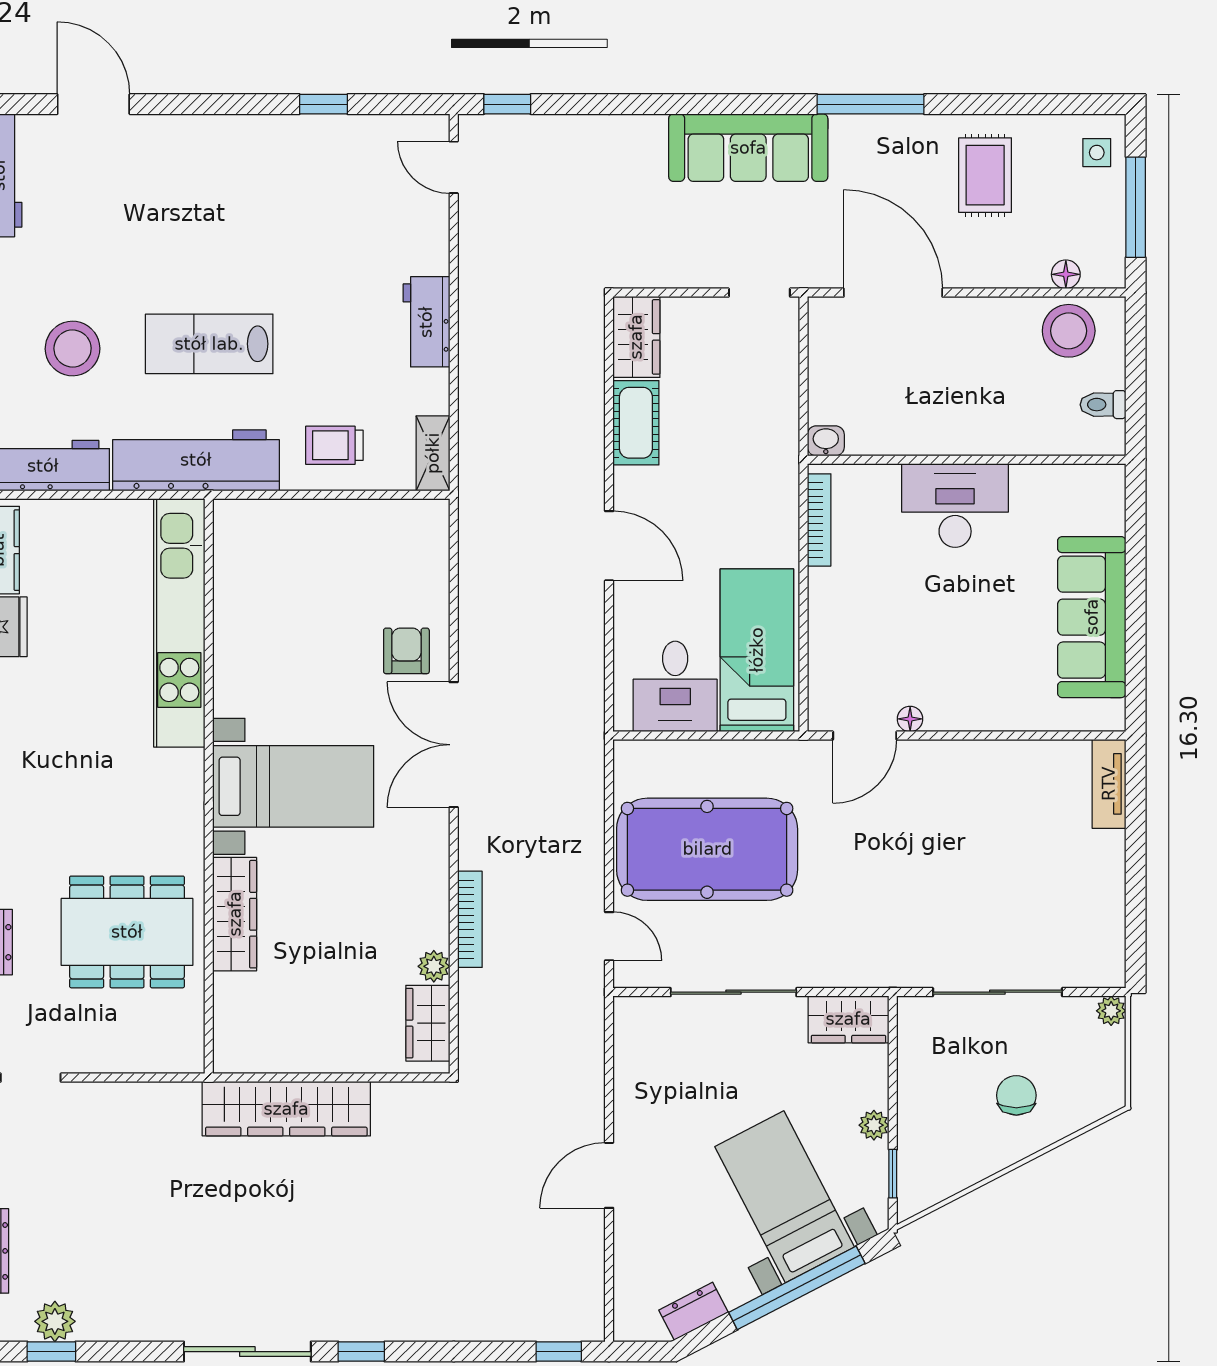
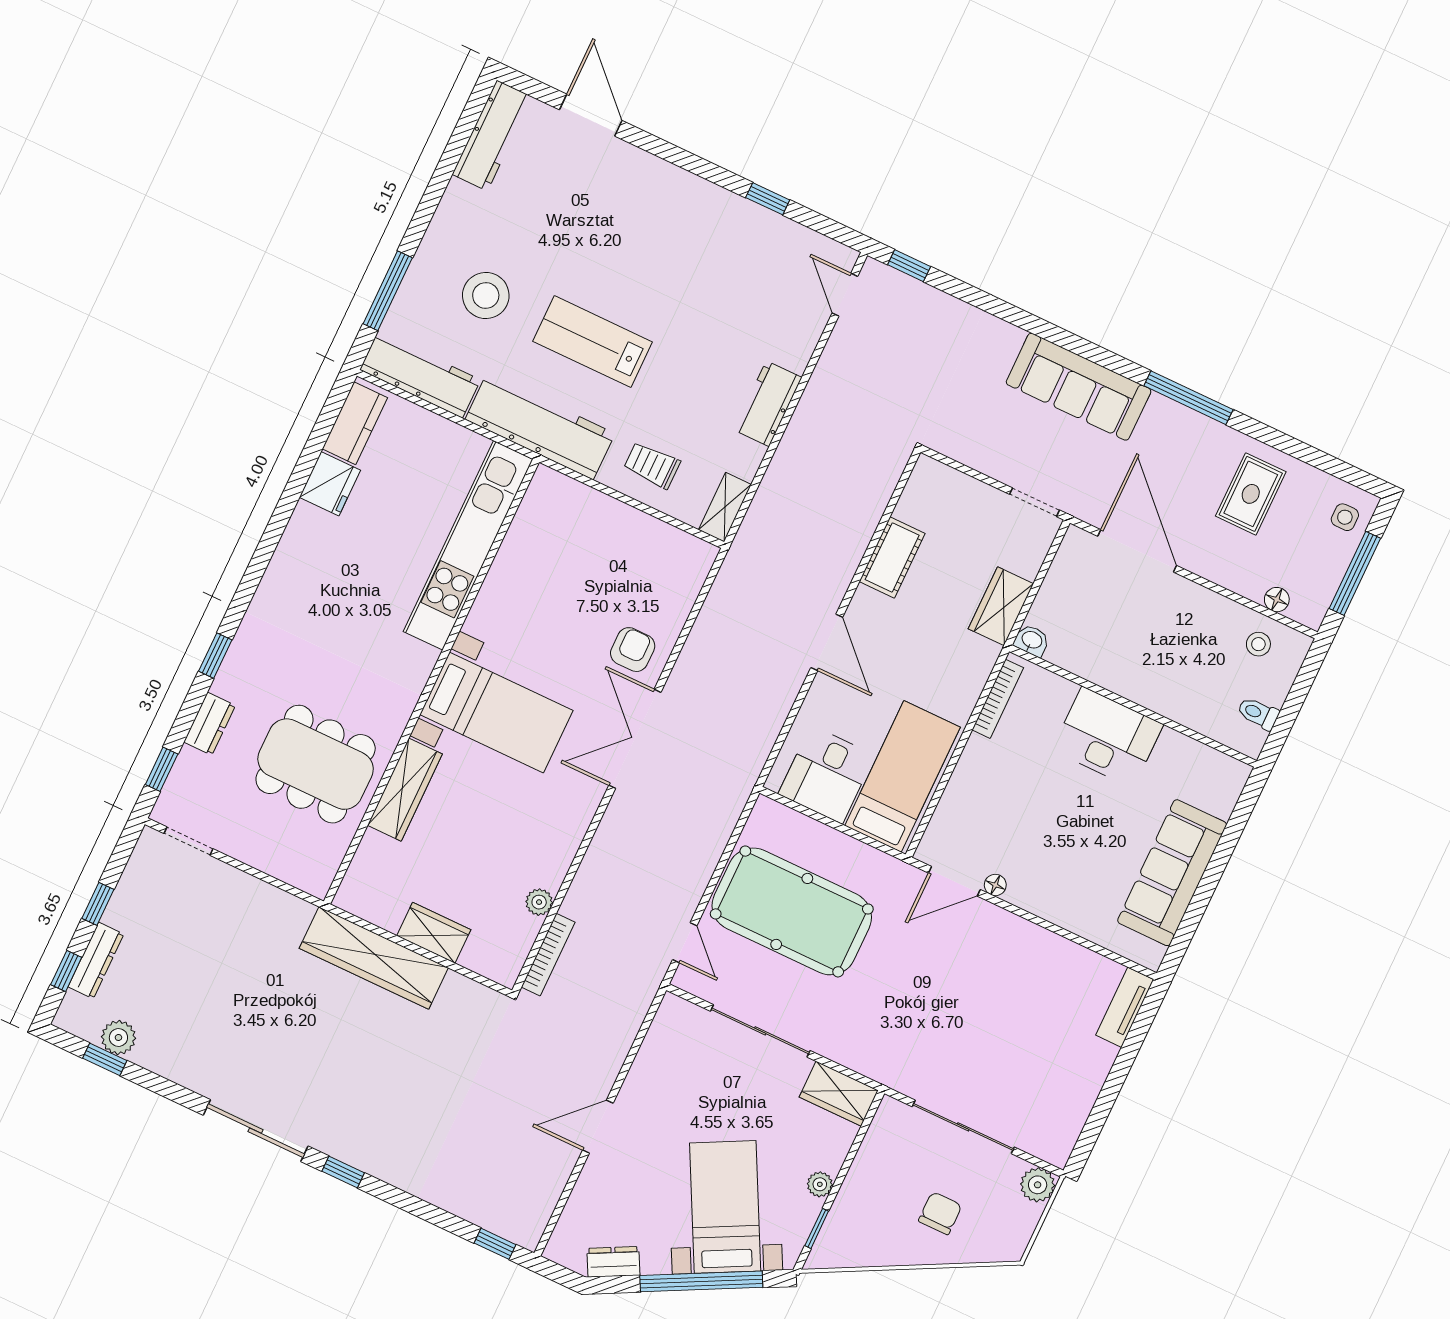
stool: (1069, 331) -> (1258, 644), width x0.53, depth x0.53
wardrobe: (636, 337) -> (1001, 606), moved, turned 180
bookcase: (470, 919) -> (548, 955), moved
plant: (1111, 1011) -> (1038, 1185), width x1.38, depth x1.38
wardrobe: (428, 1023) -> (434, 933), moved, turned 90

